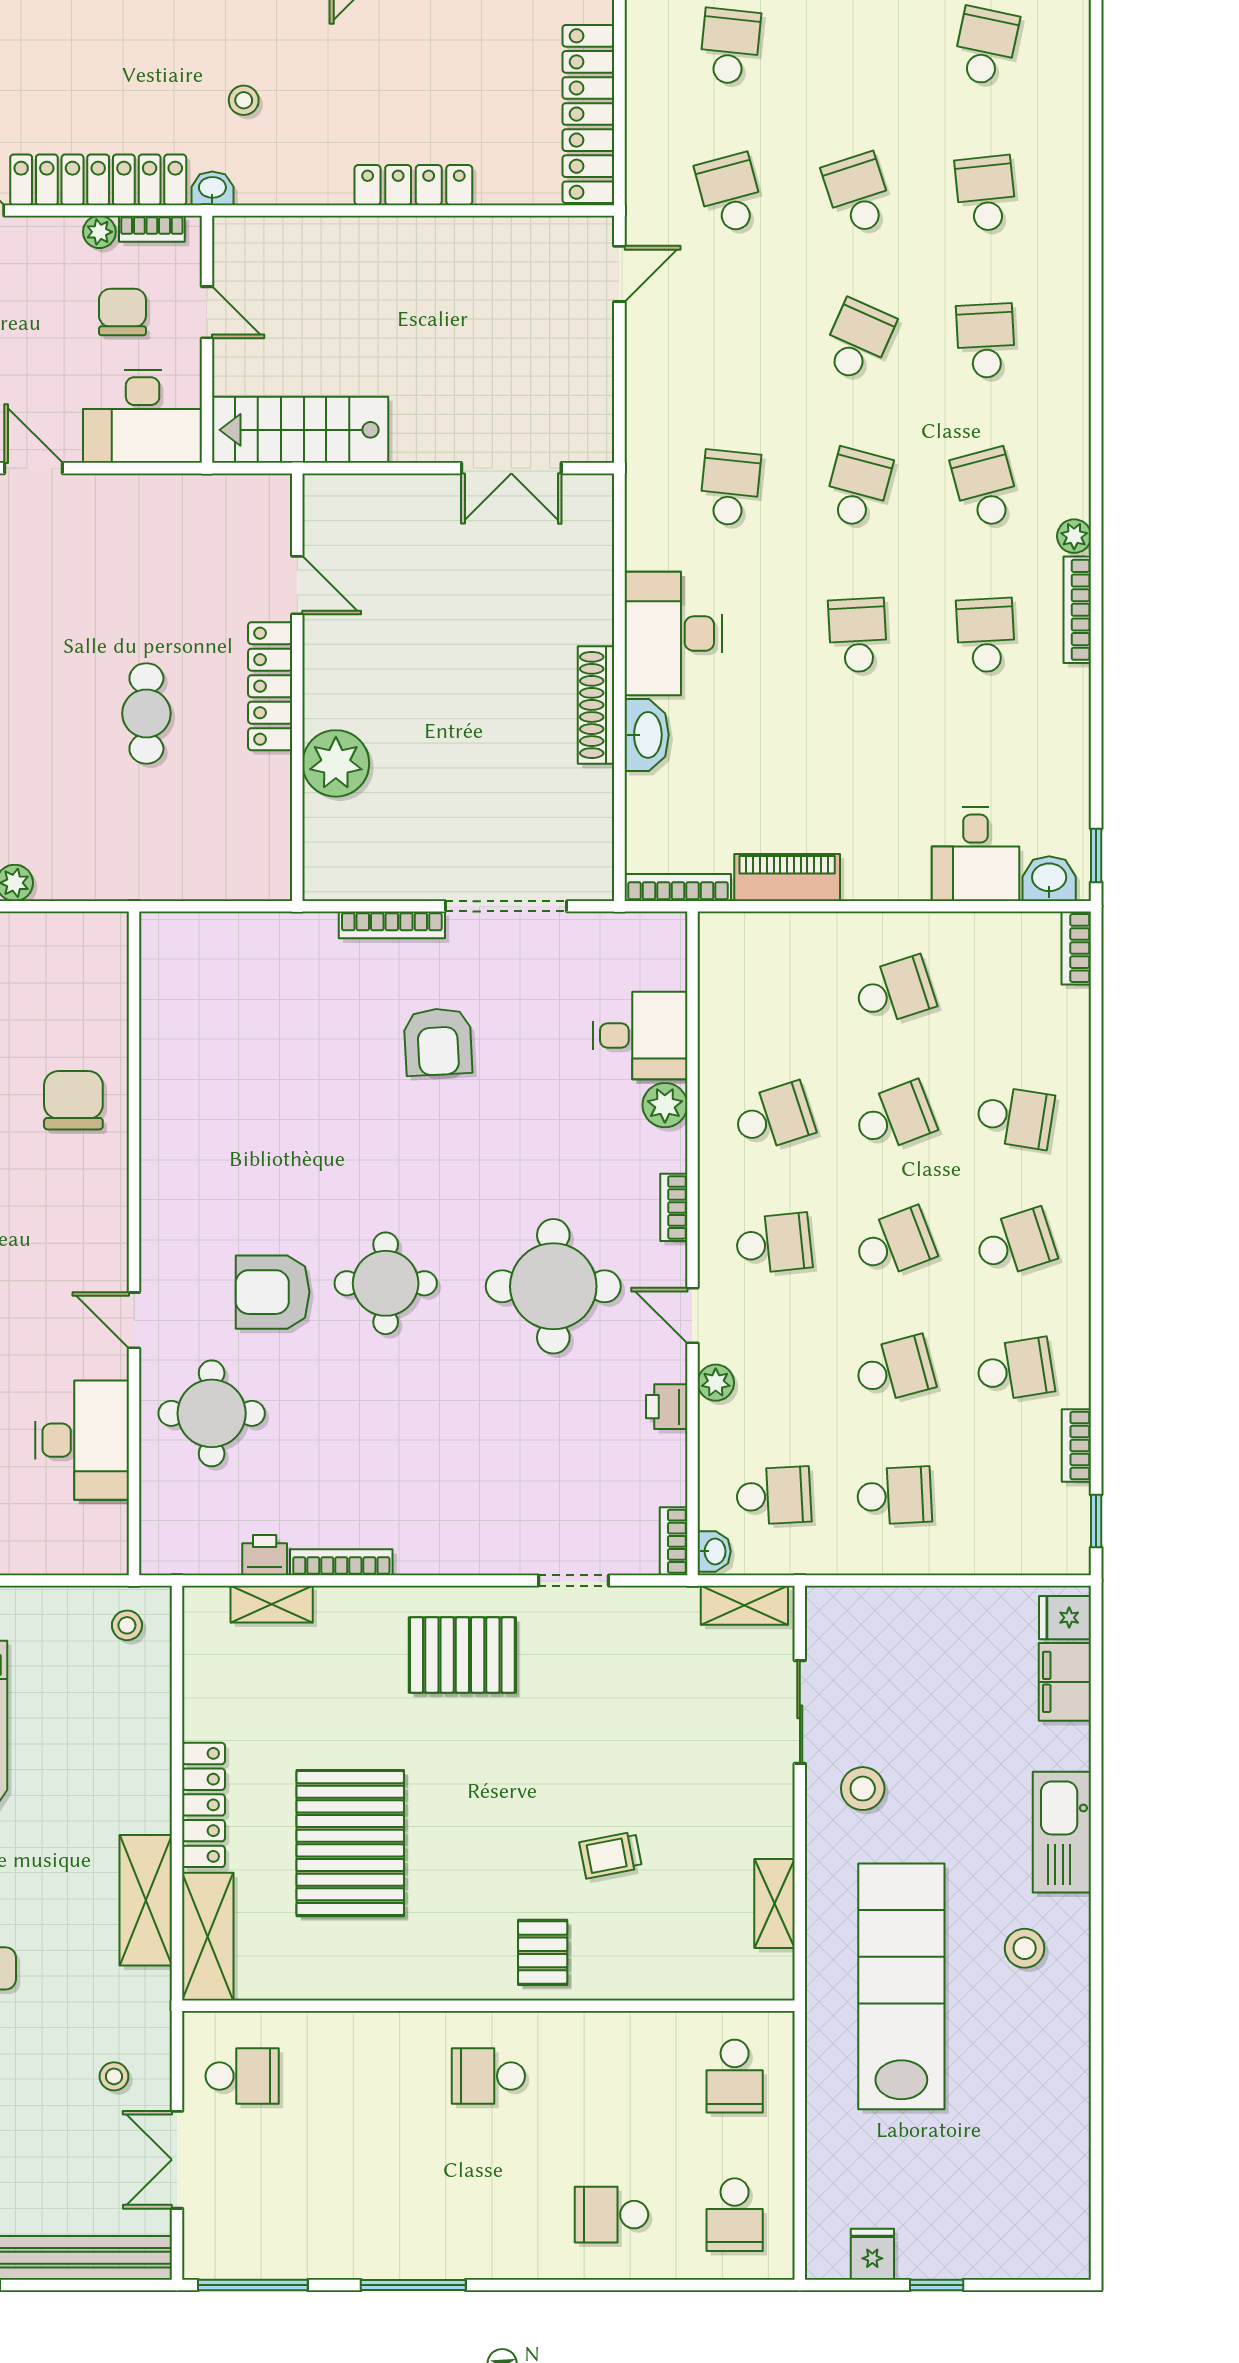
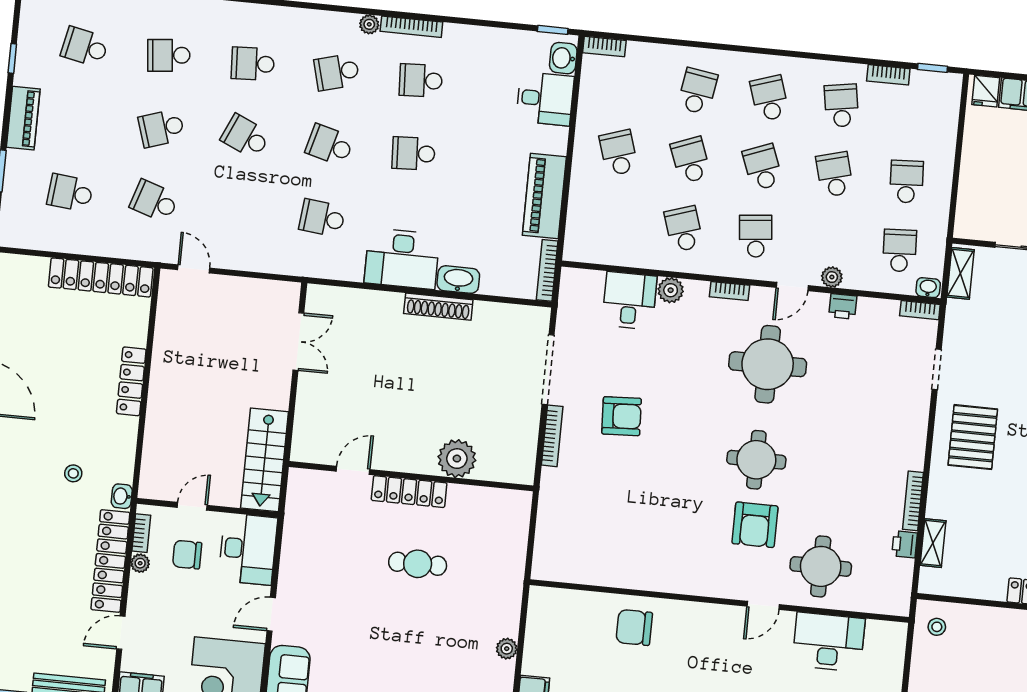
school desk: (730, 194) -> (154, 201), turned 33
piano: (787, 877) -> (544, 196), width x1.37, depth x1.33

